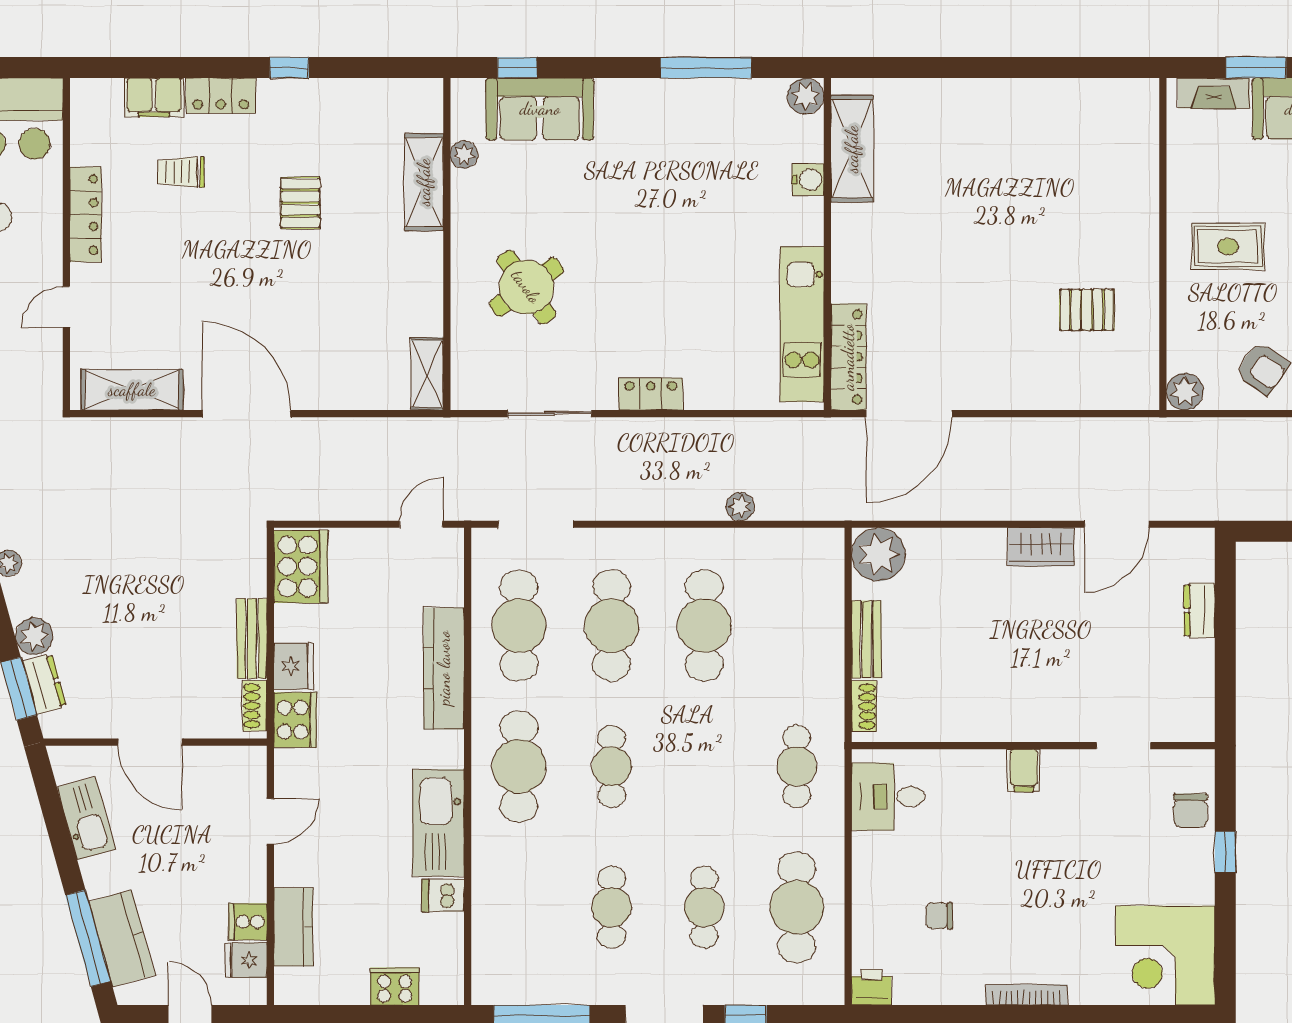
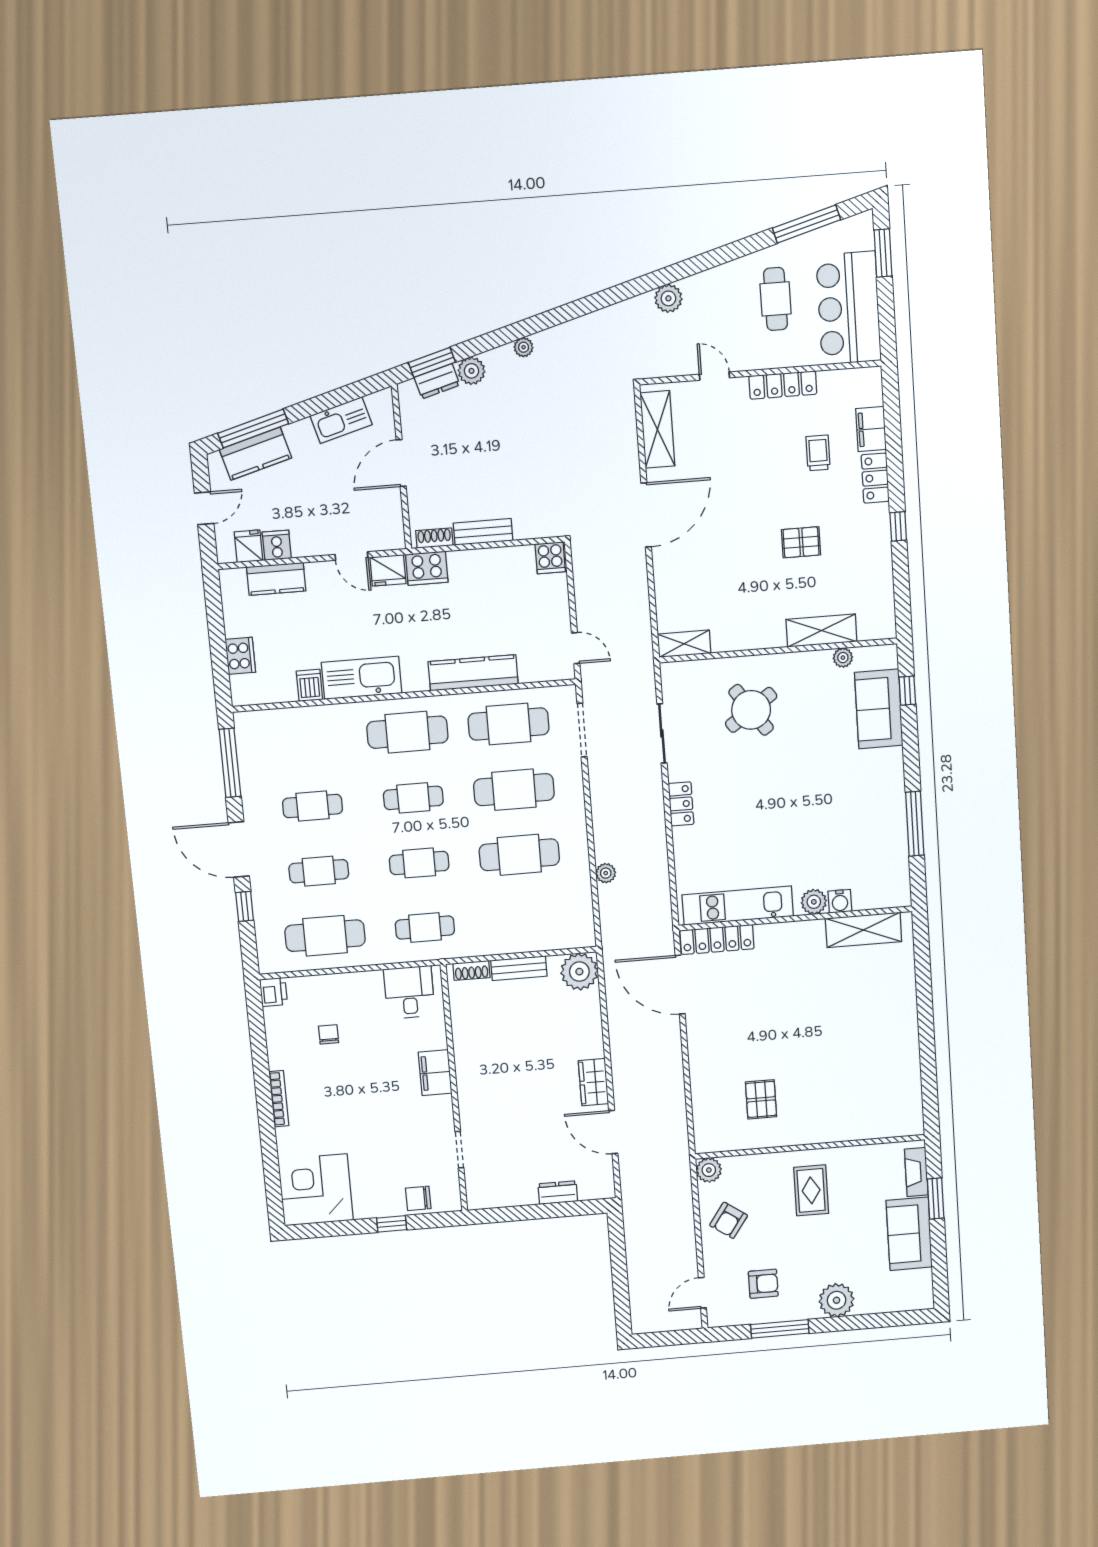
plant: (806, 96) -> (814, 902), moved
cooker: (301, 566) -> (550, 558), width x0.53, depth x0.76
fridge: (294, 666) -> (388, 570), moved
cafe table: (704, 766) -> (419, 863), added
filing cabinet: (1024, 770) -> (435, 1073), width x2.00

